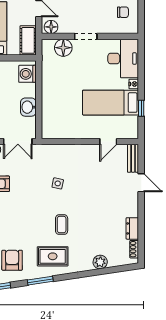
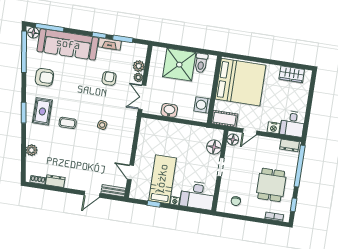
washing machine: (27, 74) -> (202, 105), moved, turned -90
window: (40, 281) -> (24, 113), moved

